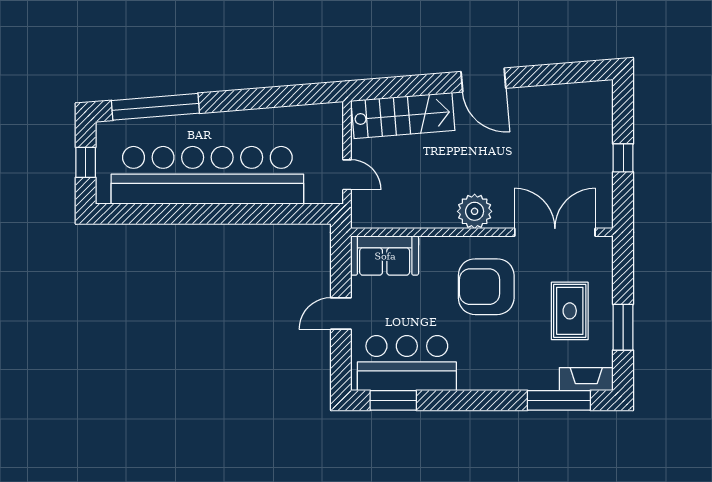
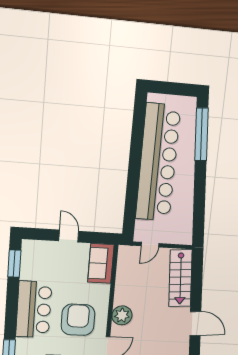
door: (483, 80) -> (195, 324), swing flipped
window: (86, 162) -> (173, 89), removed
bar counter: (407, 363) -> (34, 309), moved

